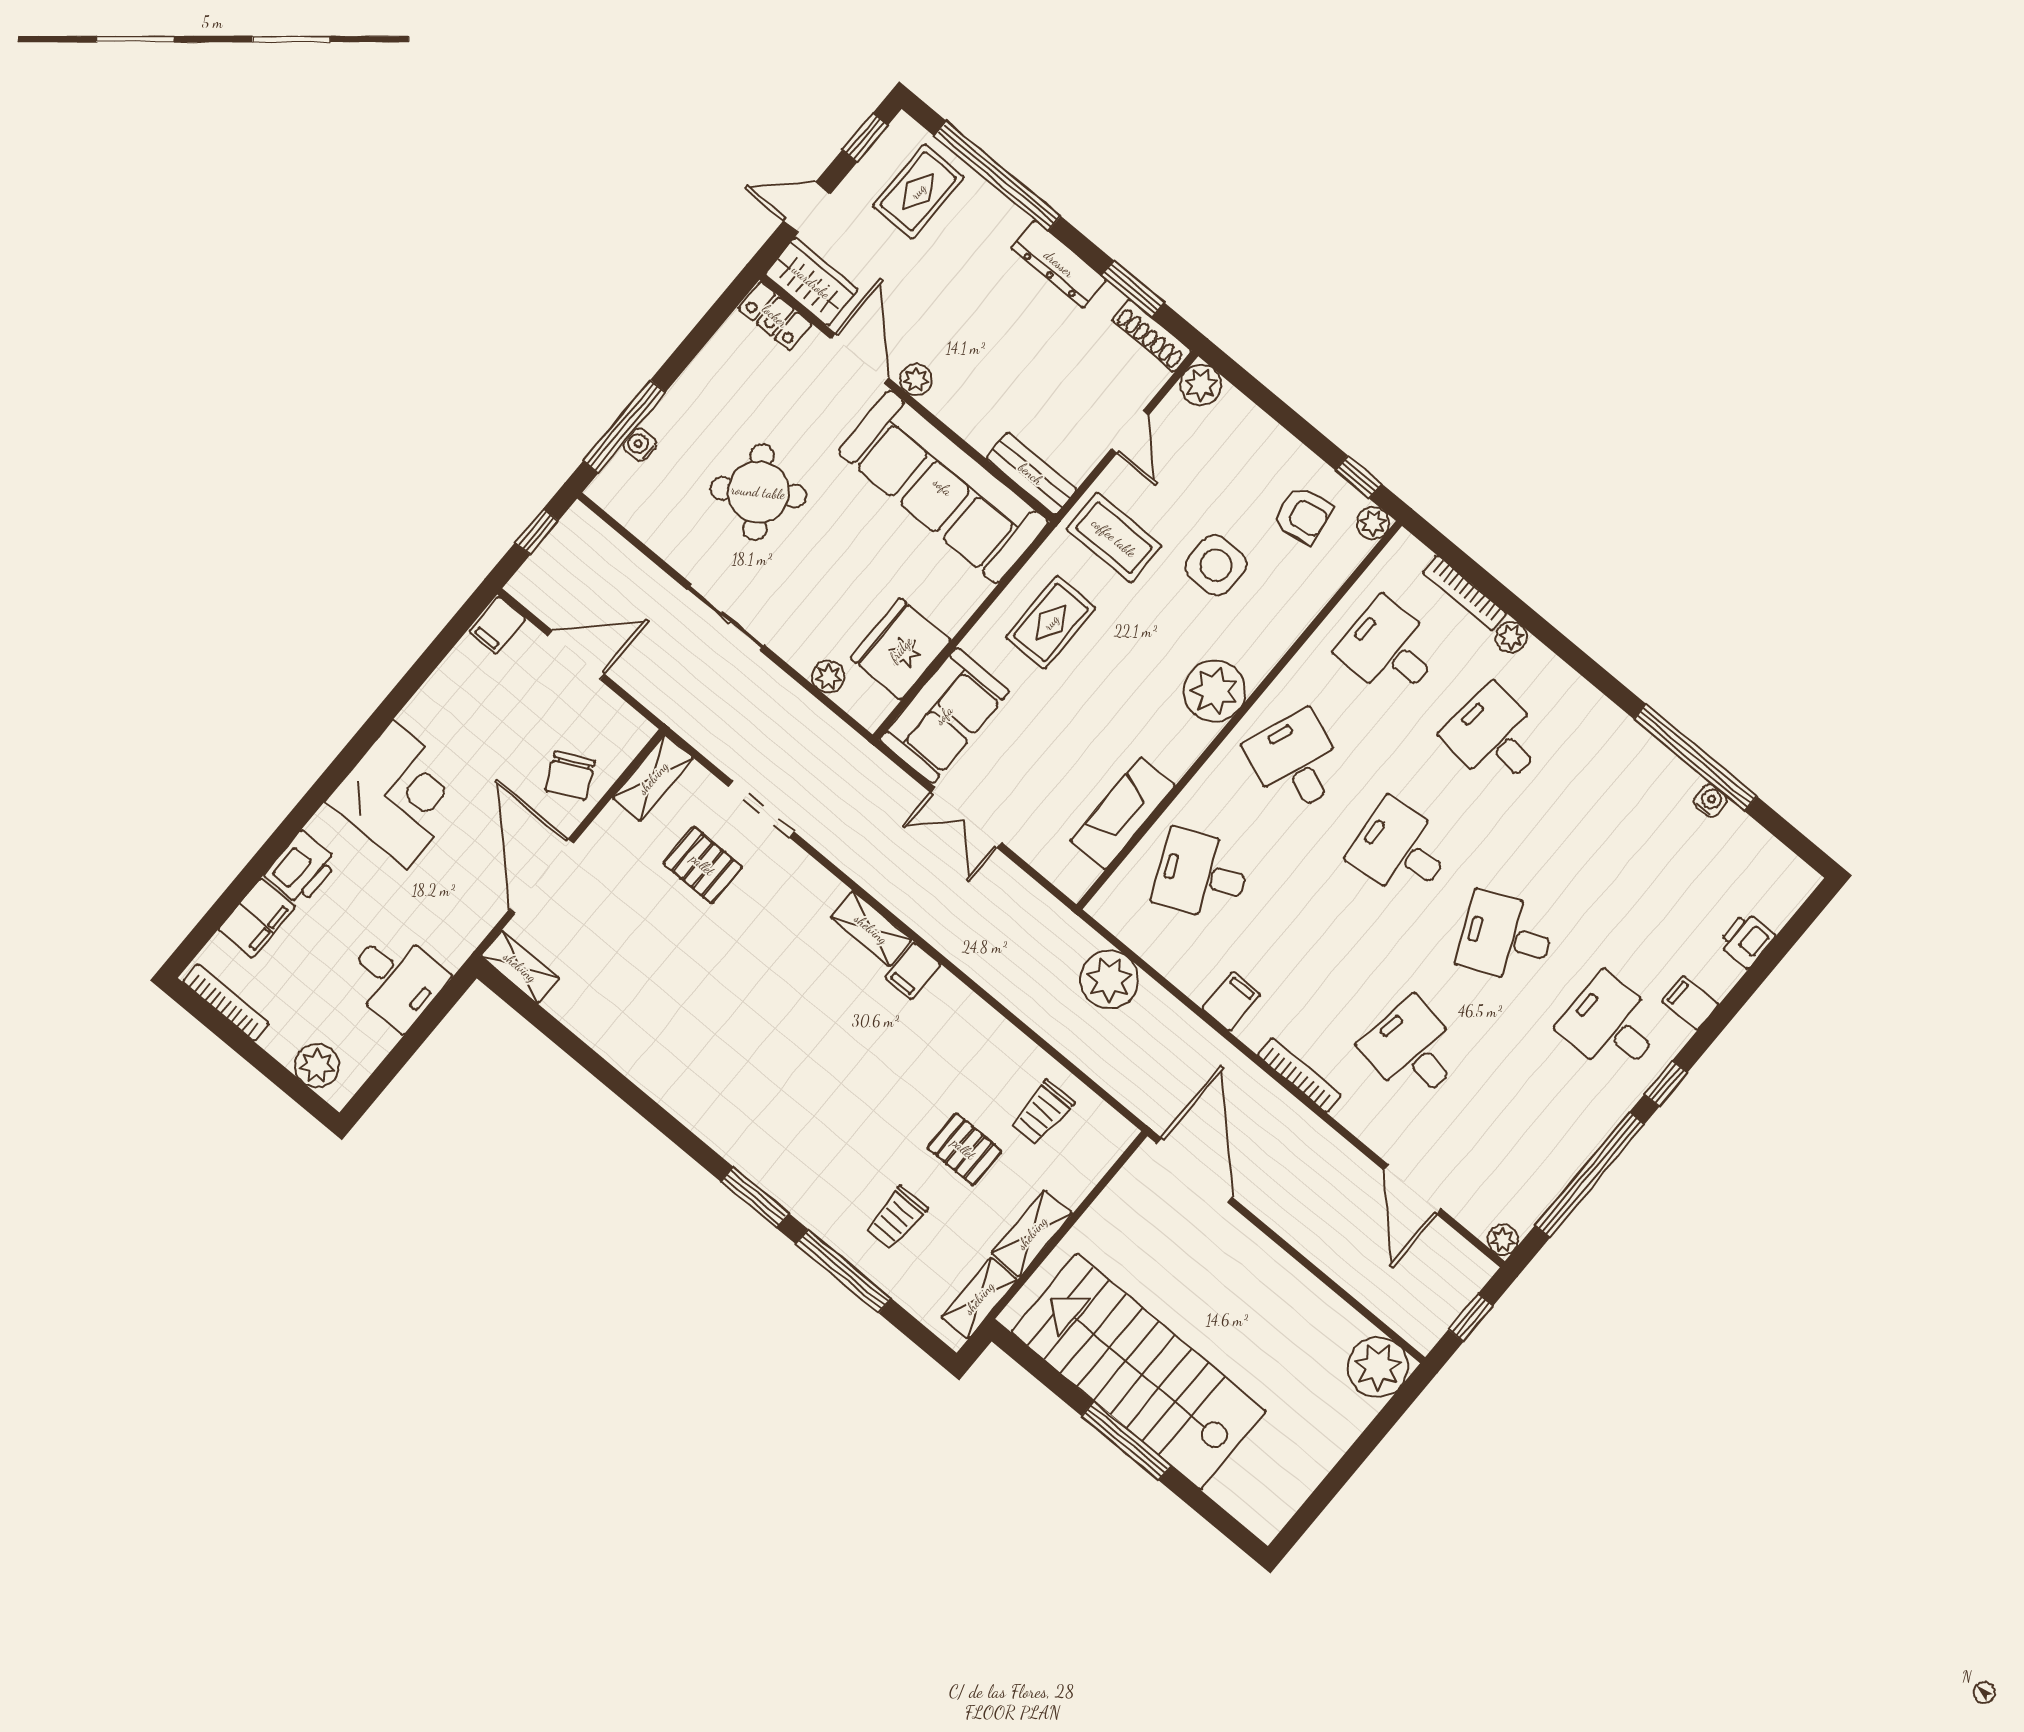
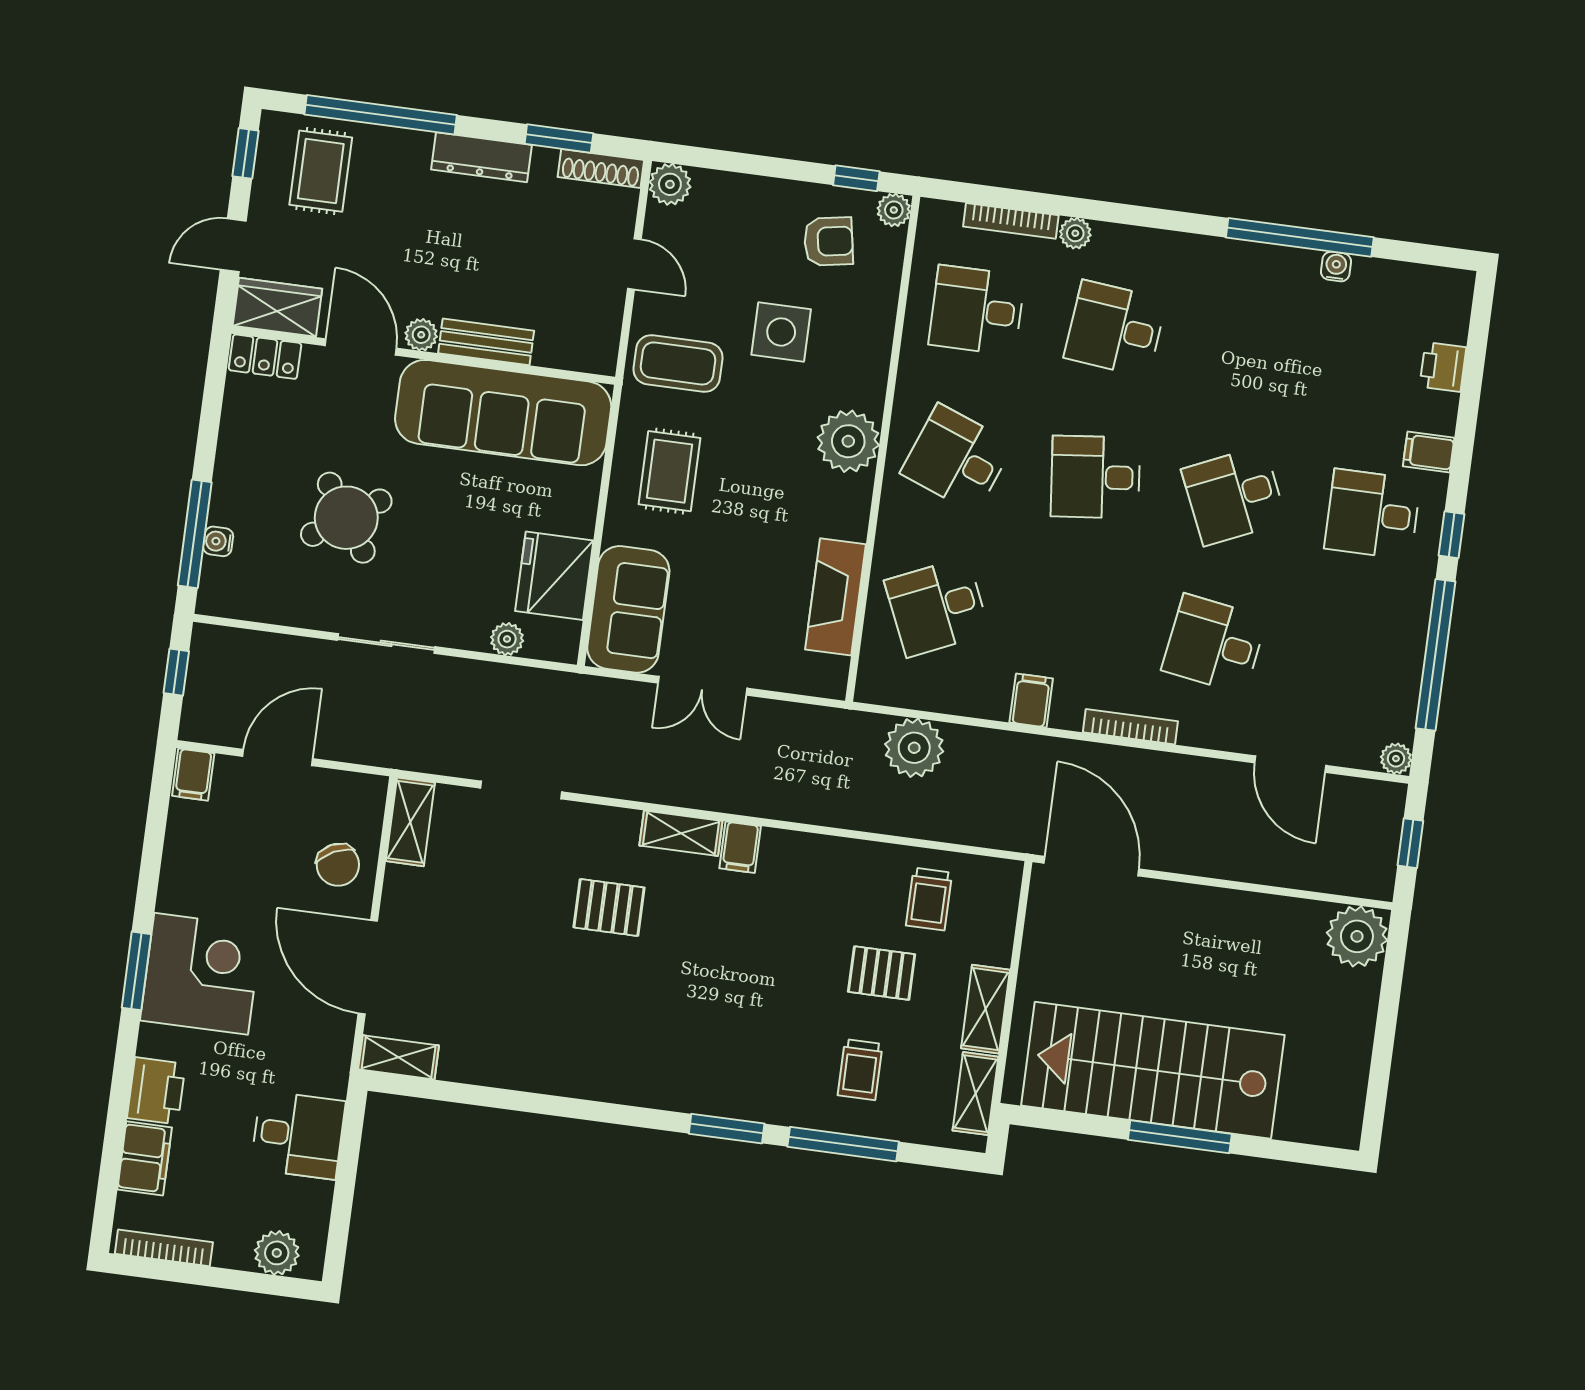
bench: (1031, 474) -> (486, 342), moved
window: (348, 758) -> (136, 971), added
pallet: (703, 865) -> (609, 907), moved

